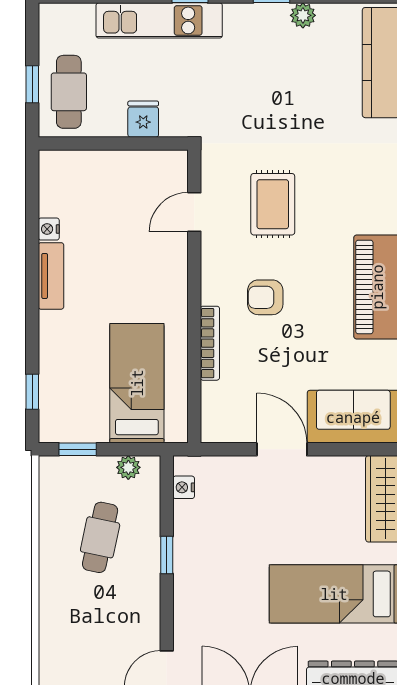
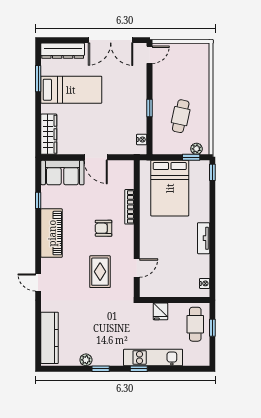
nightstand: (49, 229) -> (205, 283), moved
armchair: (265, 297) -> (104, 228), turned 180
bed: (137, 383) -> (170, 188), width x1.50
window: (32, 392) -> (212, 172), moved
plant: (128, 467) -> (196, 149), moved

